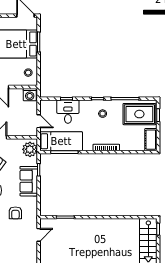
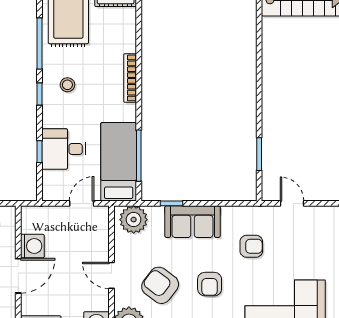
washing machine: (30, 95) -> (32, 246), moved

